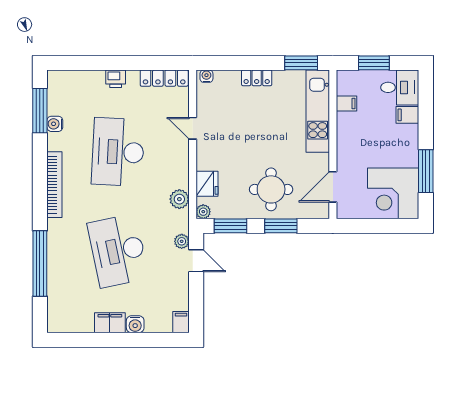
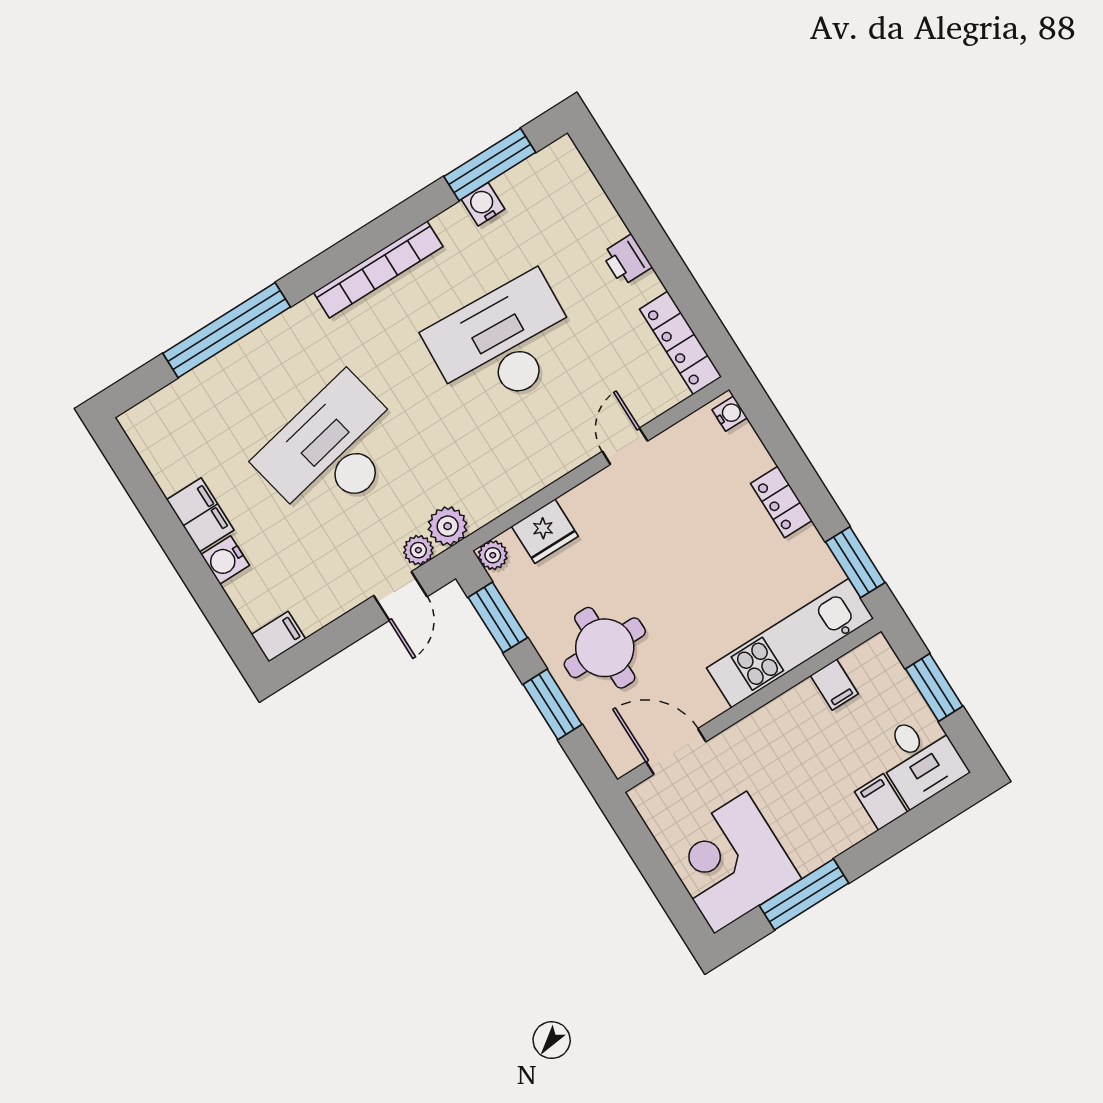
plant: (179, 199) -> (448, 526), moved

